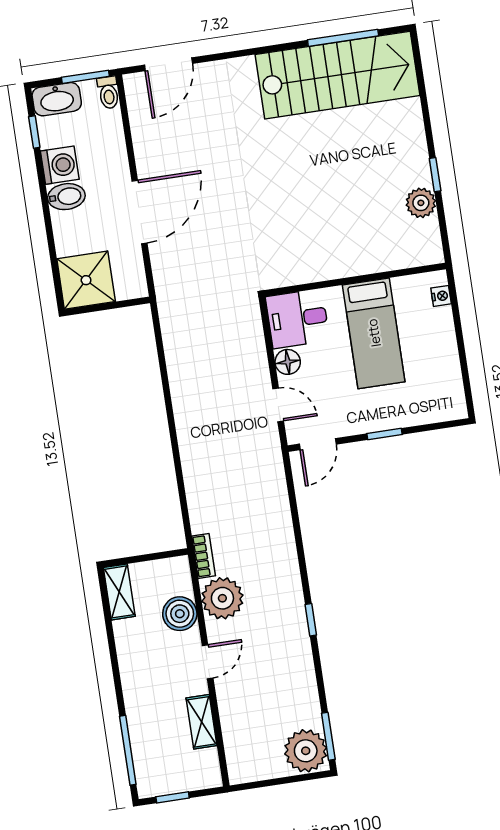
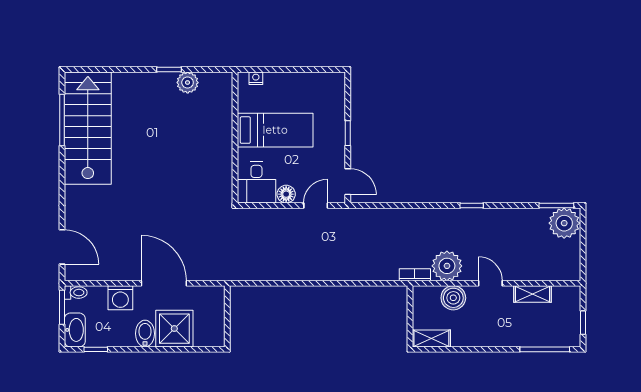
washing machine: (60, 165) -> (120, 298), moved, turned 180
shower: (86, 280) -> (174, 329), moved

